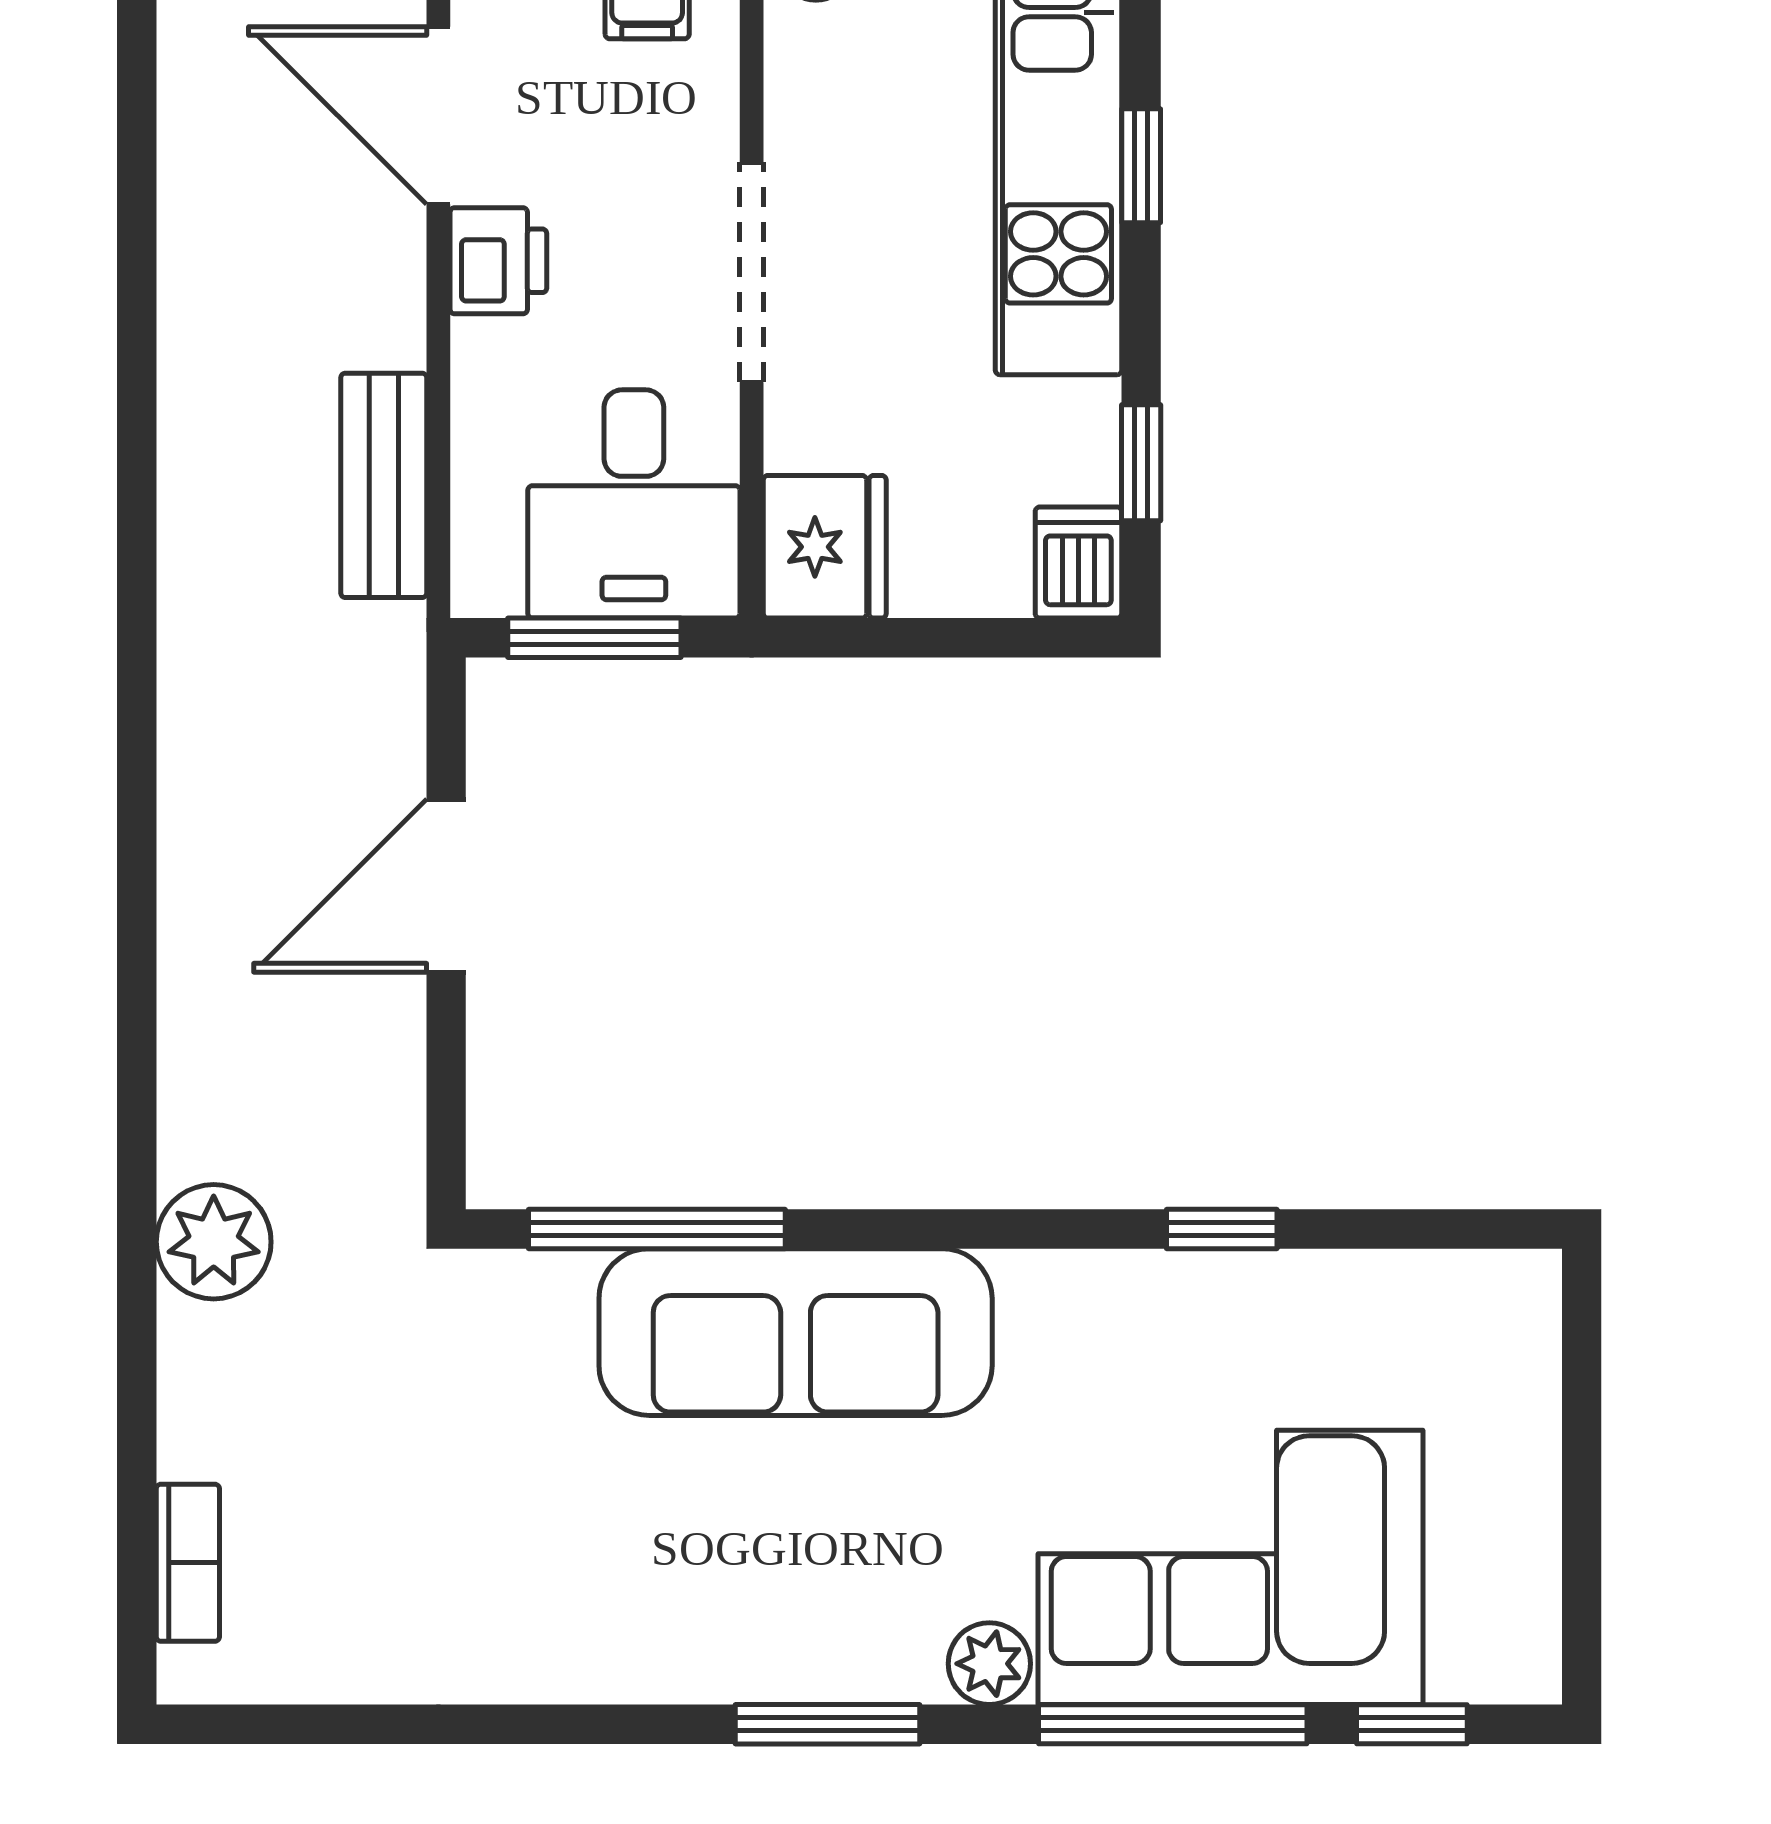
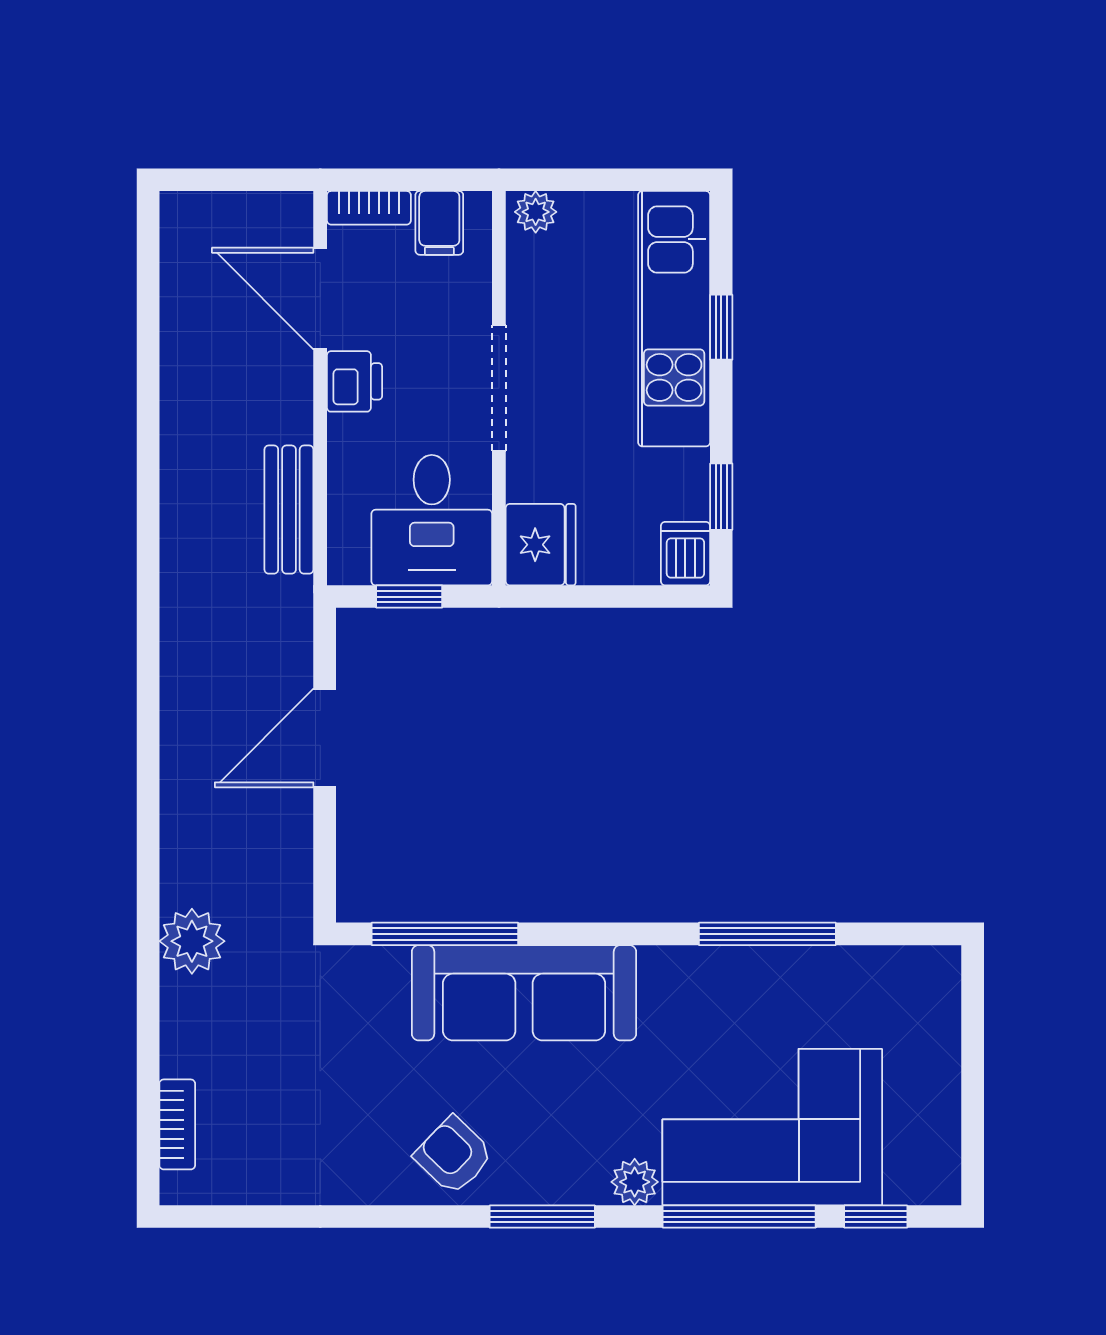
window: (594, 638) -> (409, 597), width x0.67
window: (1222, 1229) -> (767, 934), width x2.17
armchair: (672, 1617) -> (454, 1155), added

